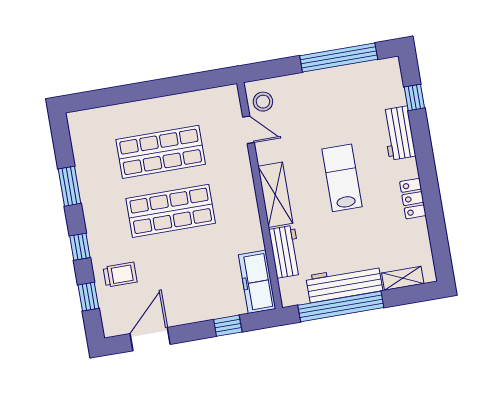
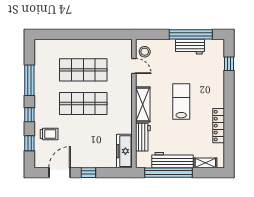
workbench: (399, 133) -> (190, 47), moved, turned -90
window: (70, 186) -> (29, 80), width x1.44
locker: (413, 199) -> (219, 126), width x1.53
window: (228, 326) -> (88, 173), moved

